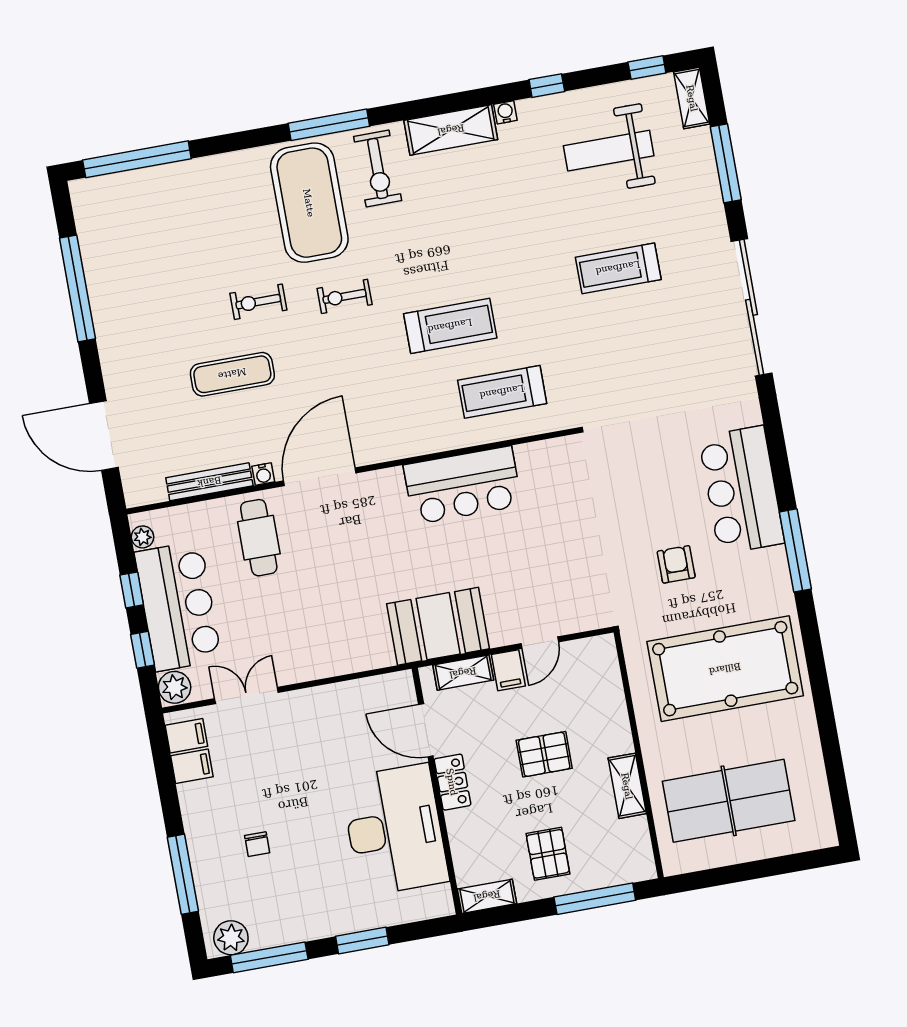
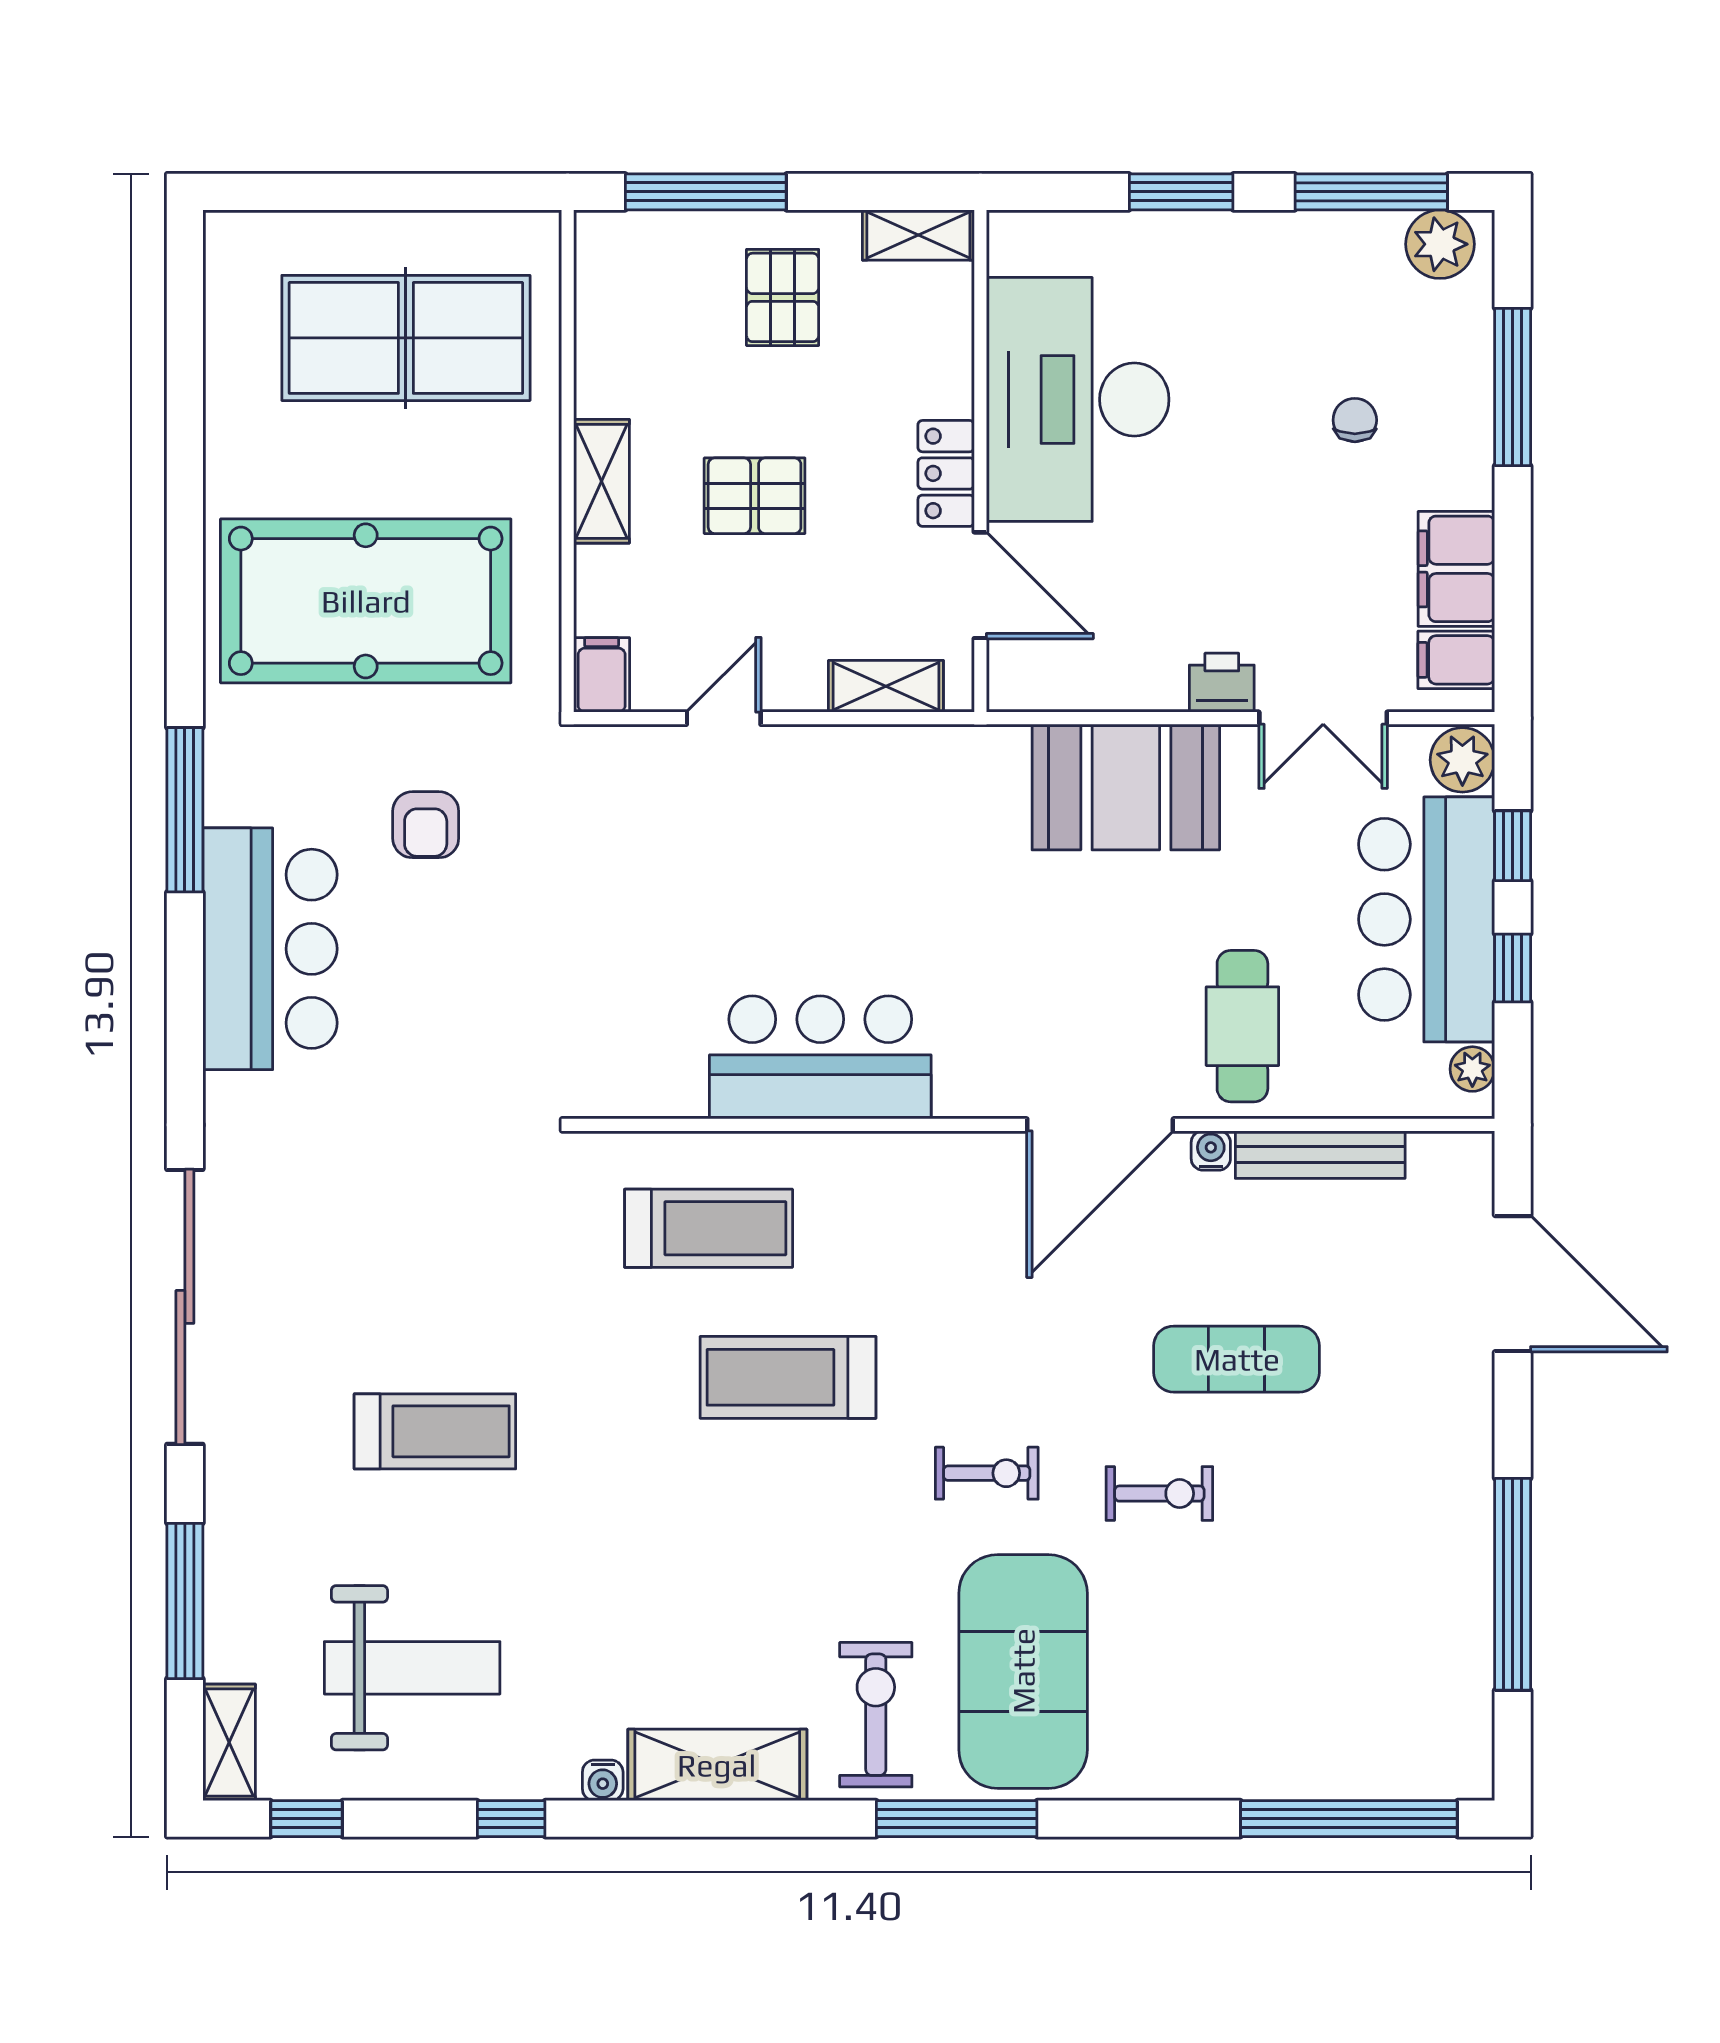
booth: (438, 626) -> (1126, 787), moved
filing cabinet: (508, 670) -> (602, 675), moved
printer: (299, 704) -> (1222, 683), added
filing cabinet: (192, 766) -> (1456, 569), width x2.00
shelving: (627, 786) -> (601, 481), moved

